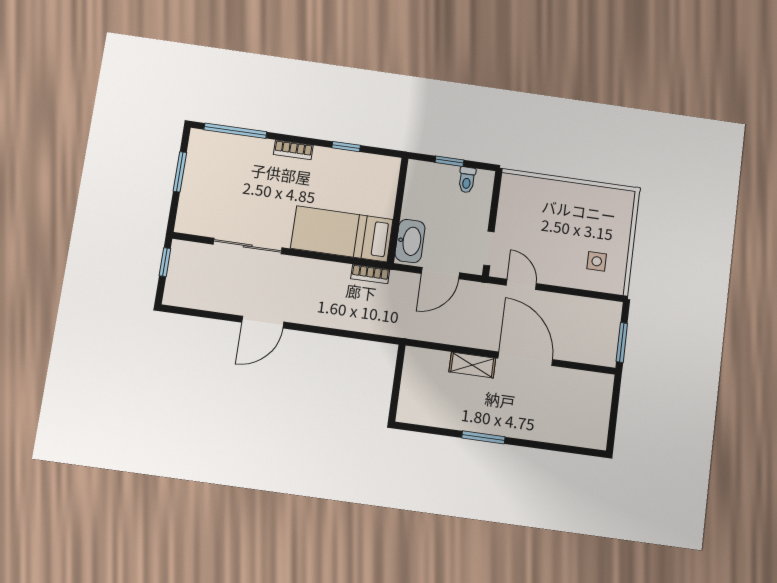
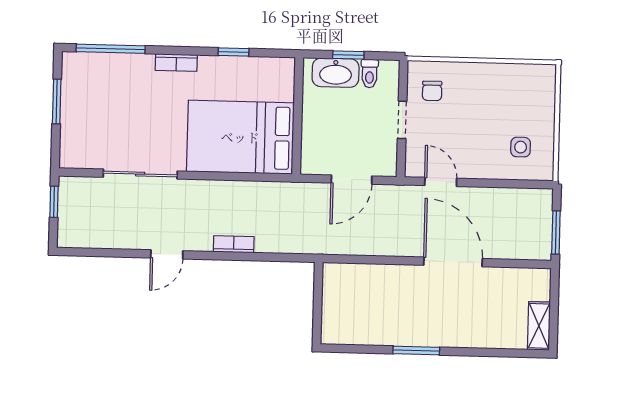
chair: (522, 202) -> (432, 91), added
bed: (342, 234) -> (240, 137), width x1.50
washbasin: (410, 241) -> (336, 73), moved, turned 90
doorway: (489, 249) -> (402, 120), moved
bookcase: (370, 274) -> (234, 244), moved, turned 180
door: (263, 322) -> (167, 254), width x0.73
shelving: (472, 365) -> (539, 326), moved, turned 90

